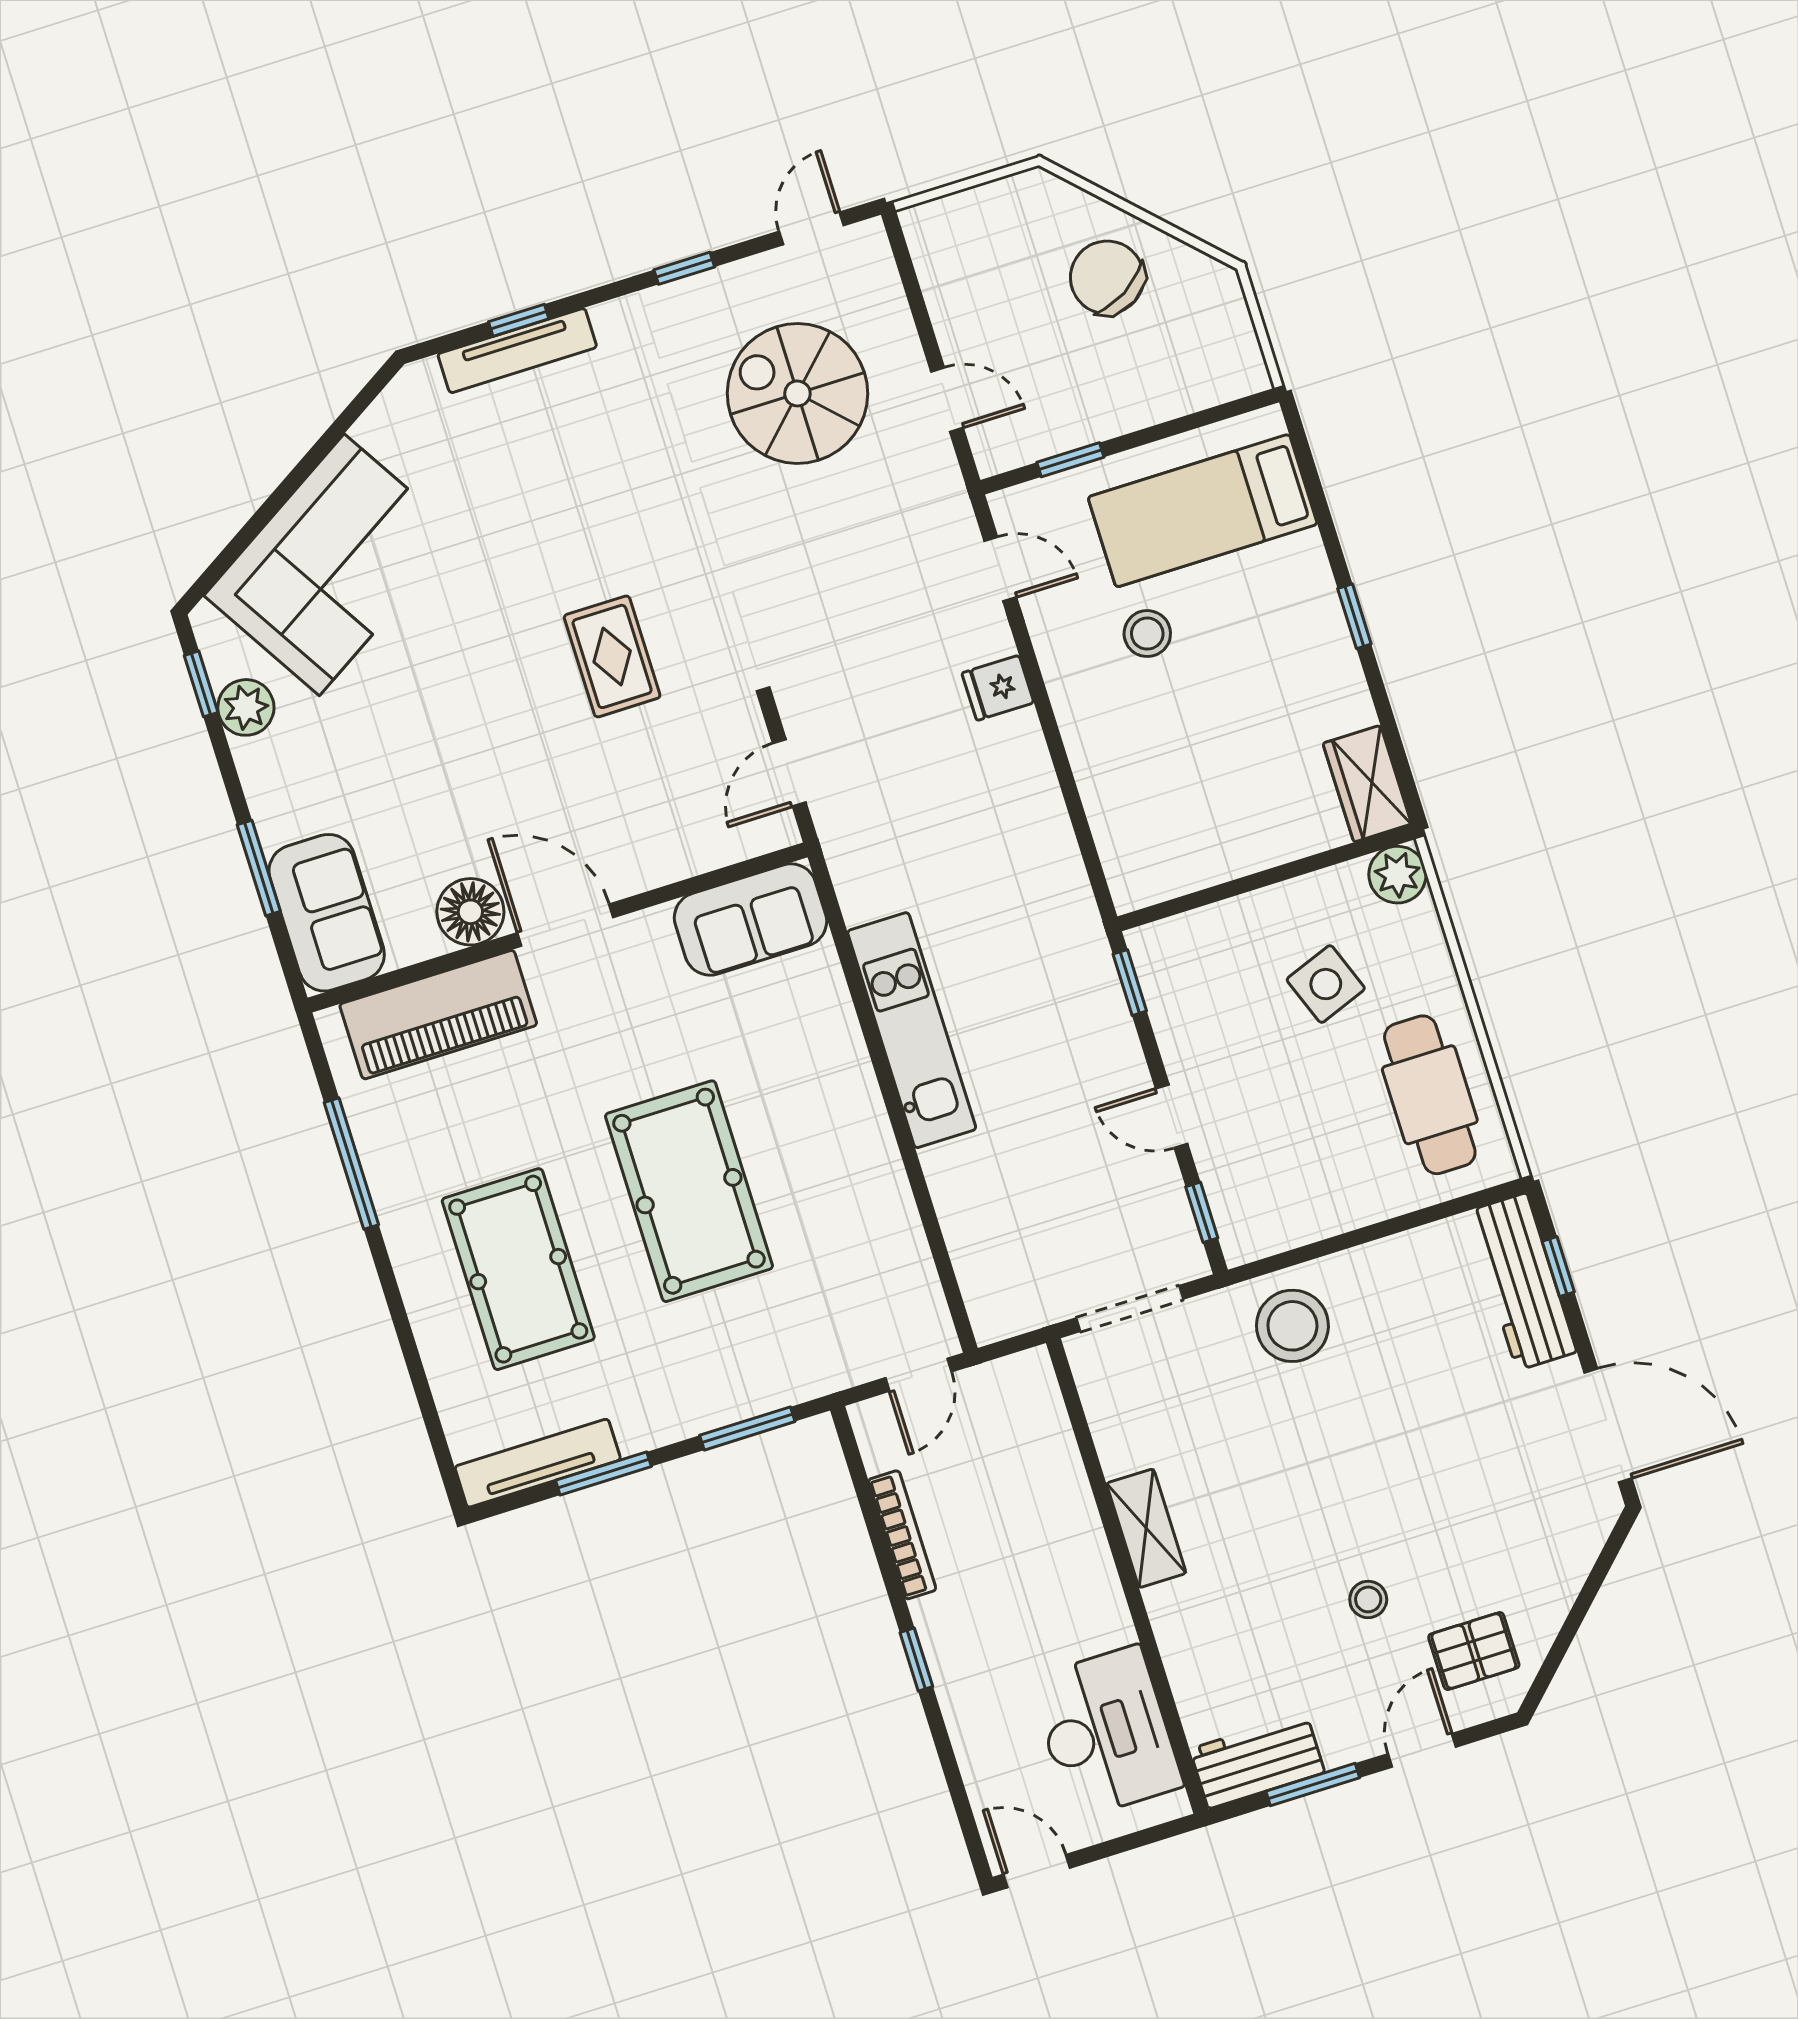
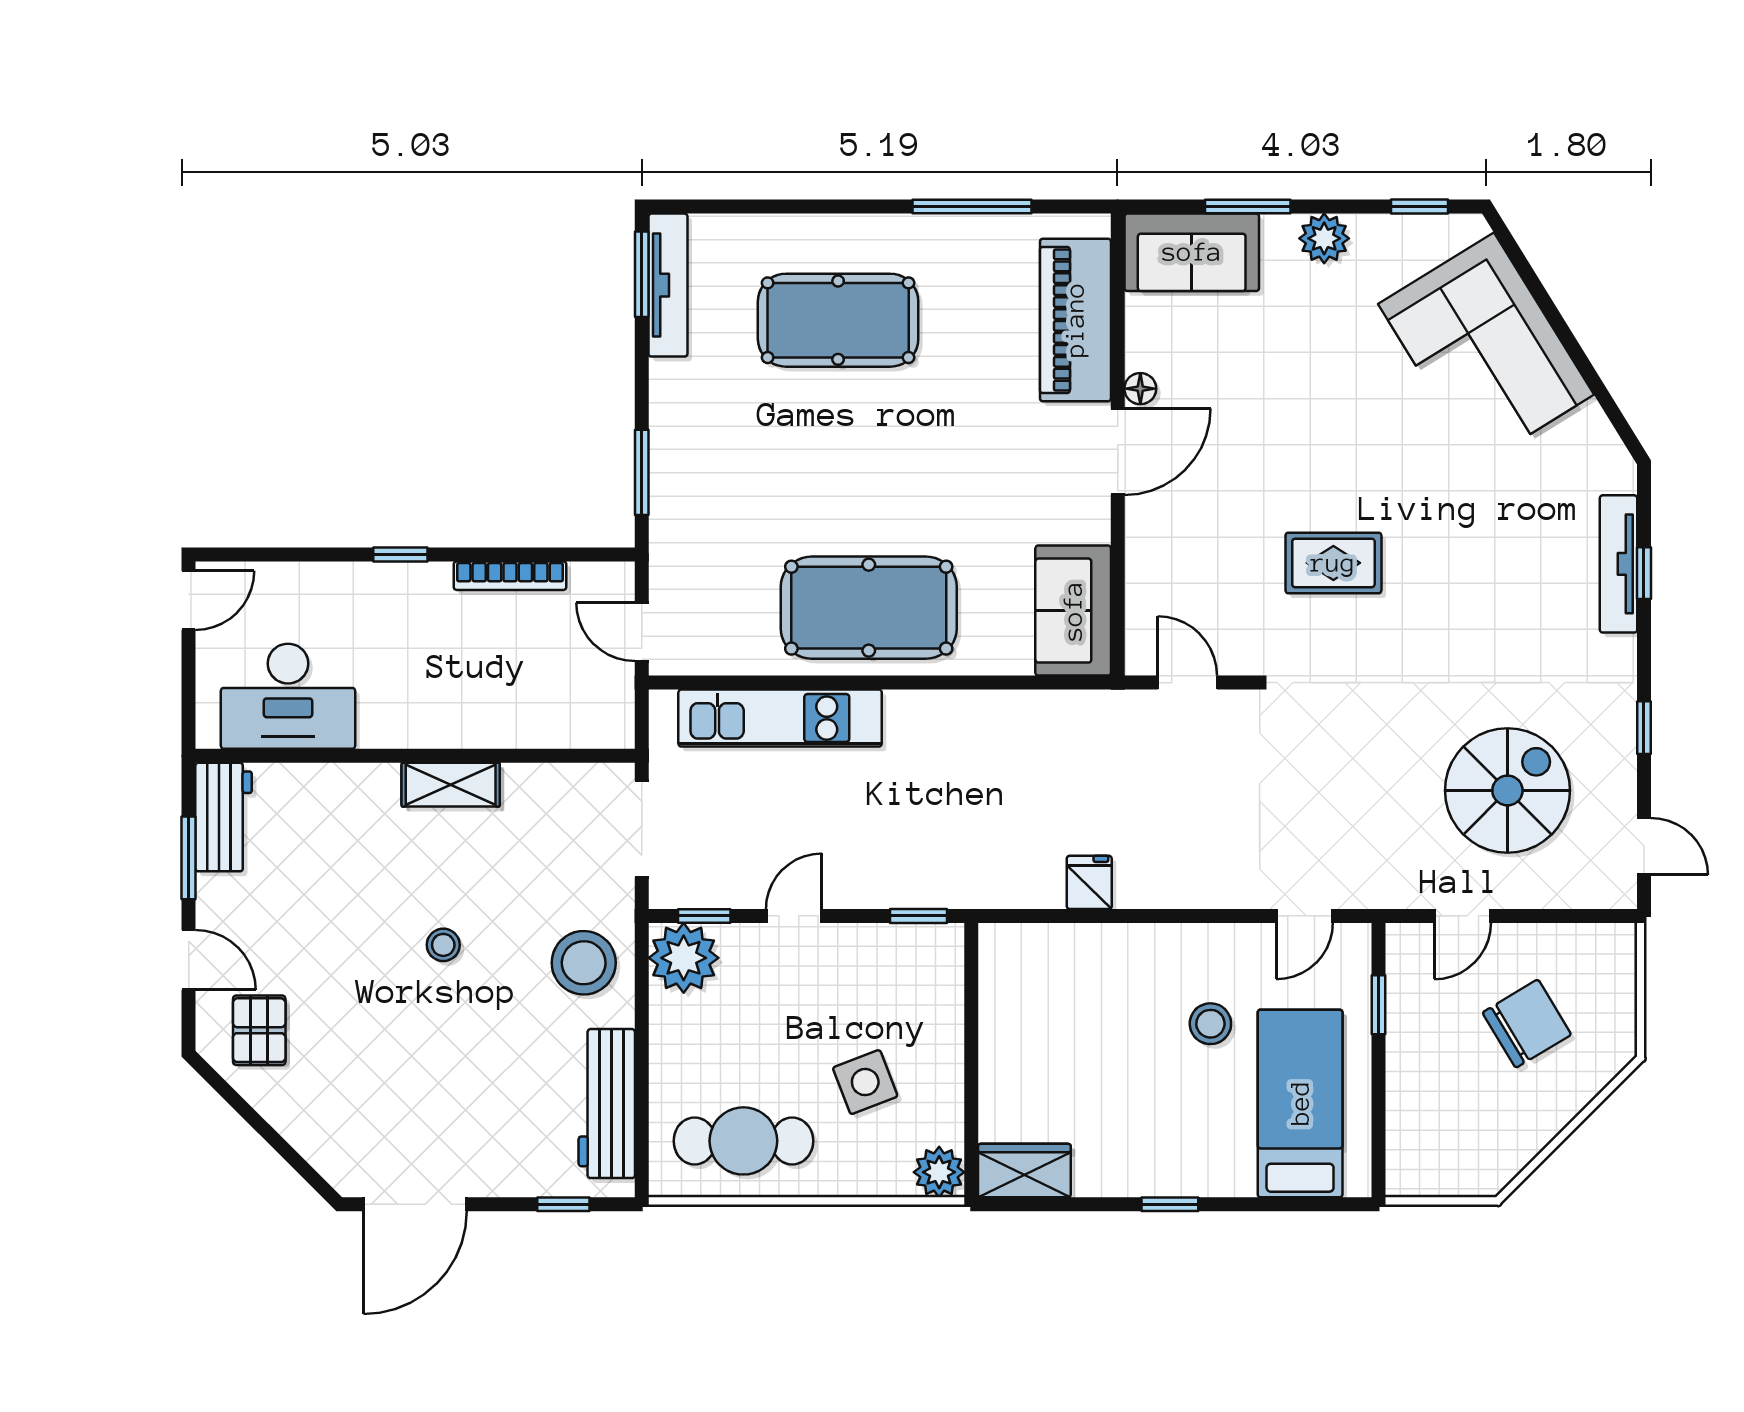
chair: (1107, 277) -> (1527, 1024), moved
fridge: (998, 688) -> (1089, 882), moved
plant: (246, 707) -> (1324, 238), moved
floor lamp: (470, 912) -> (1140, 389), width x0.53, depth x0.53
kitchen unit: (912, 1030) -> (780, 718), moved
pool table: (689, 1191) -> (869, 608), moved
plant: (1254, 1220) -> (684, 958), added
workbench: (1522, 1282) -> (607, 1104), moved, turned -90
window: (603, 1473) -> (642, 274), moved
stool: (1368, 1599) -> (443, 945), moved

